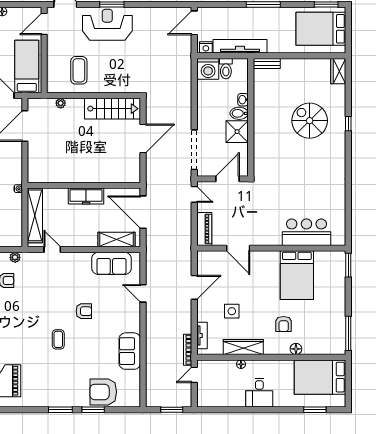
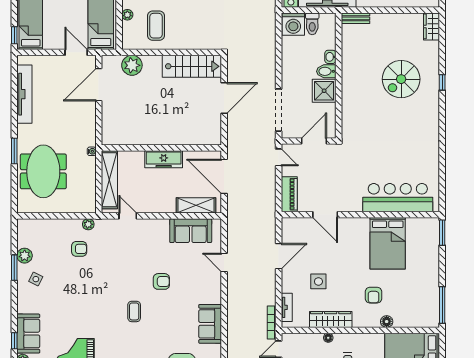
plant: (52, 60) -> (127, 15), added
plant: (61, 103) -> (132, 65), width x1.87, depth x1.87
spiral stairs: (310, 121) -> (401, 79), turned -90
bar counter: (306, 232) -> (398, 198), width x1.36

